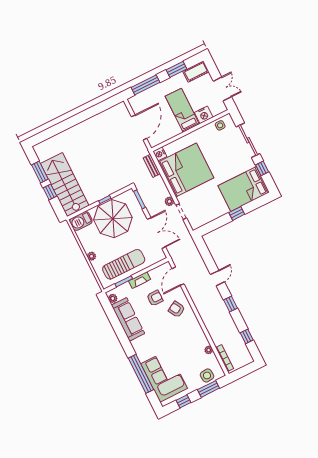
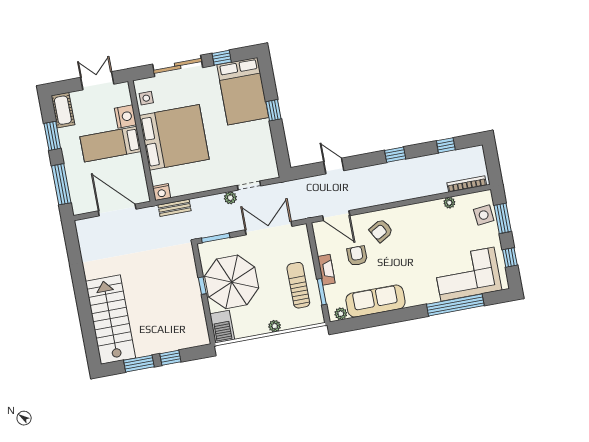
bed: (186, 170) -> (174, 137), moved, turned 90
stairs: (65, 185) -> (110, 320), moved, turned 90
sun lounger: (124, 264) -> (298, 285), width x0.73, depth x0.75
door: (217, 278) -> (334, 166), moved

